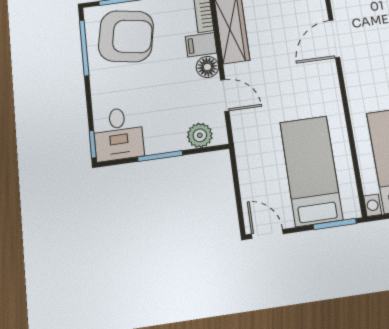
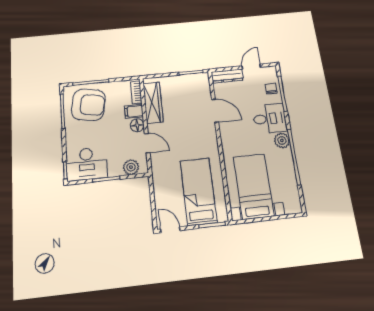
door: (334, 39) -> (215, 111), swing flipped
desk: (118, 134) -> (87, 164), width x1.37

